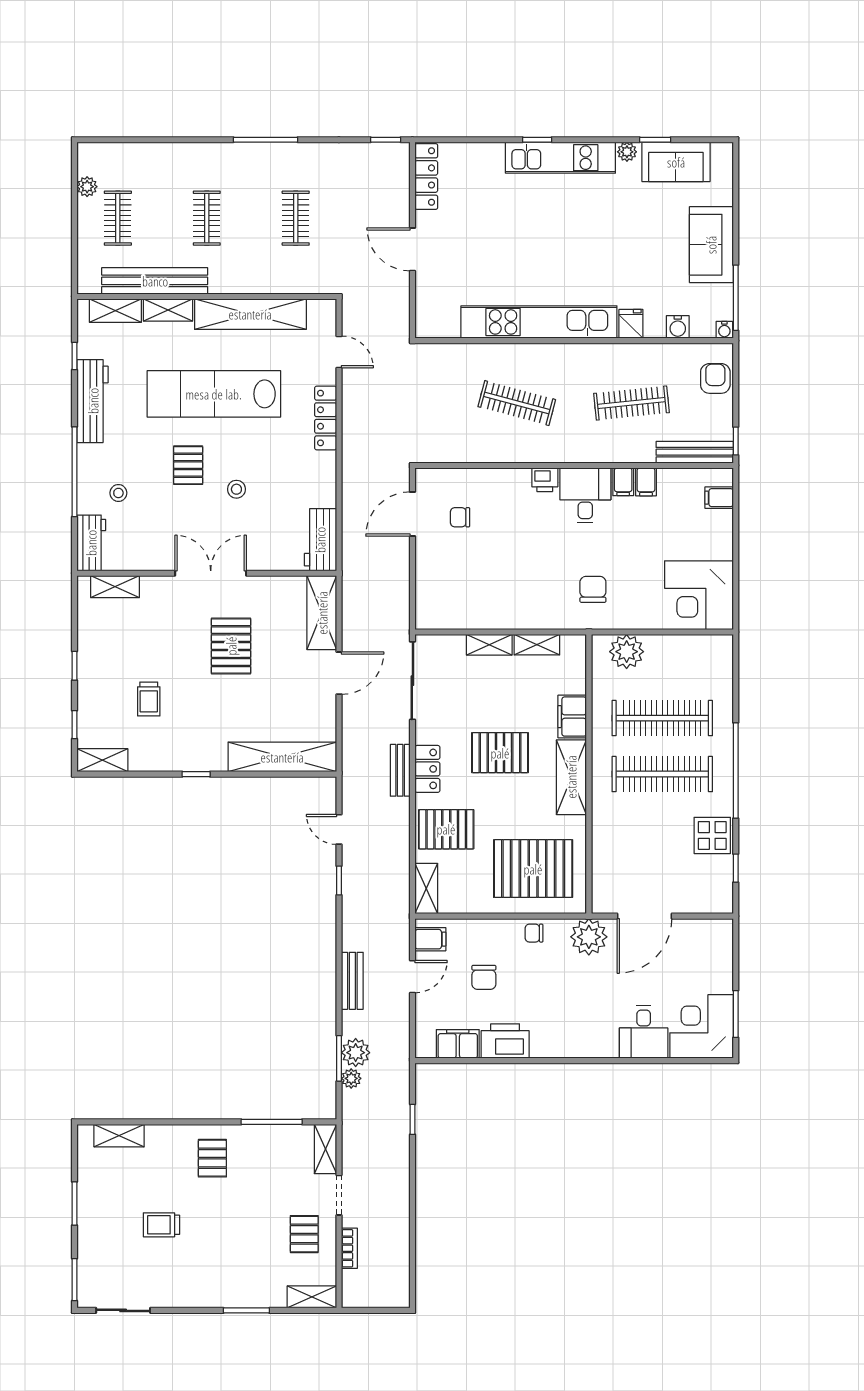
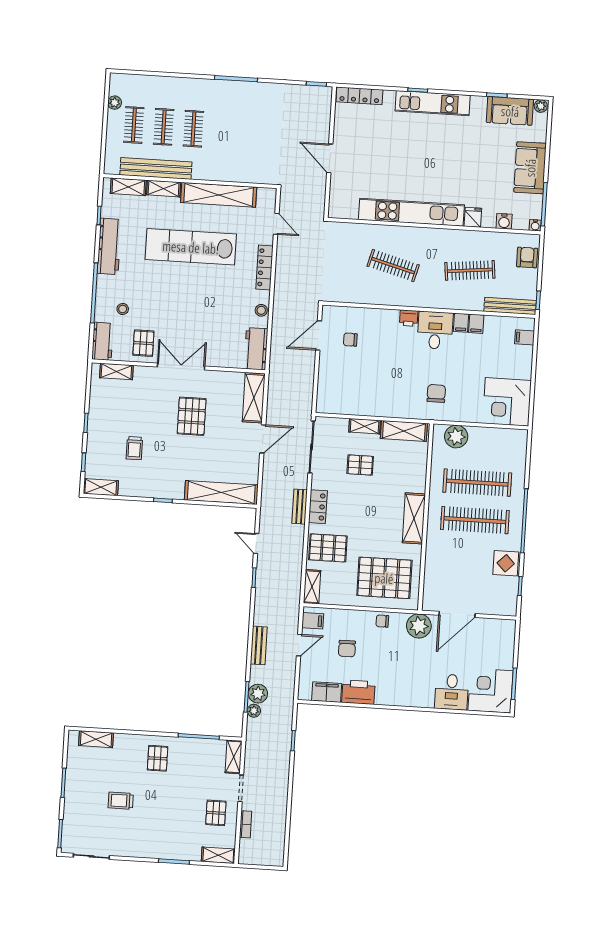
plant: (627, 152) -> (541, 106), moved
locker: (426, 176) -> (359, 96), moved, turned 90
clothes rail: (296, 218) -> (164, 127), moved
pallet: (188, 465) -> (143, 343), moved
stool: (236, 489) -> (261, 310), moved
shelving: (537, 645) -> (404, 431), width x1.50, depth x1.33
filing cabinet: (572, 717) -> (417, 478), removed
pallet: (500, 753) -> (360, 465), moved, width x0.67, depth x0.71

